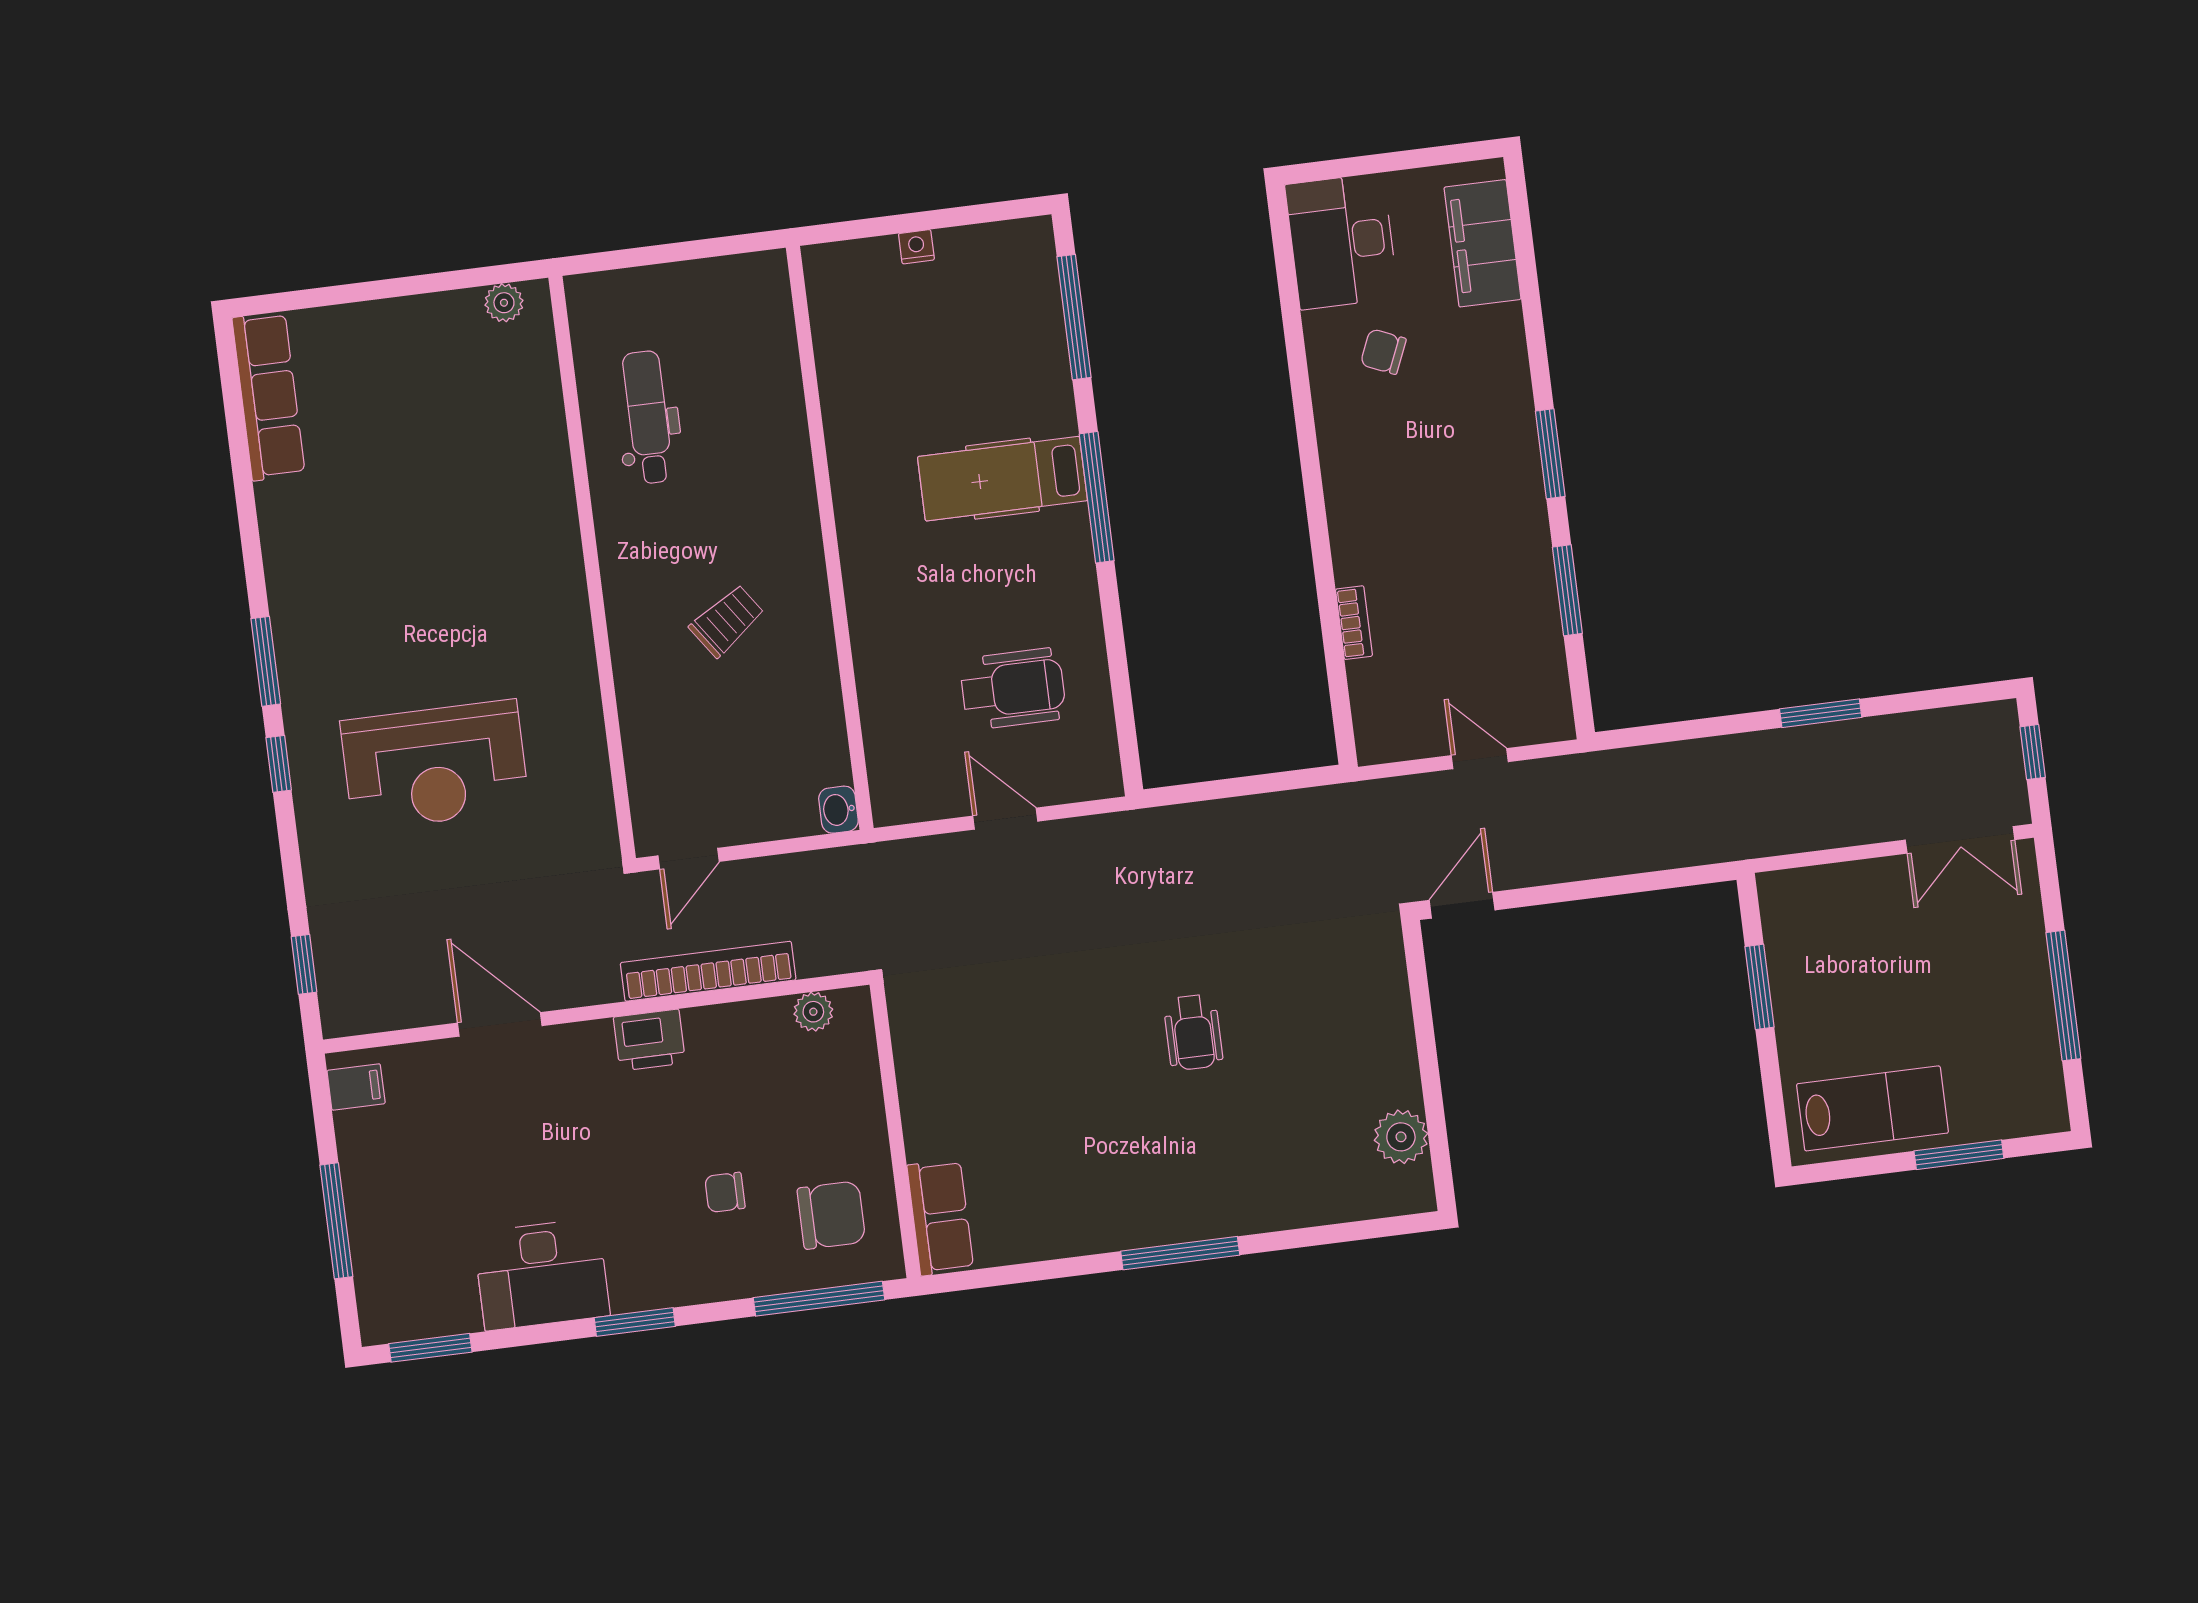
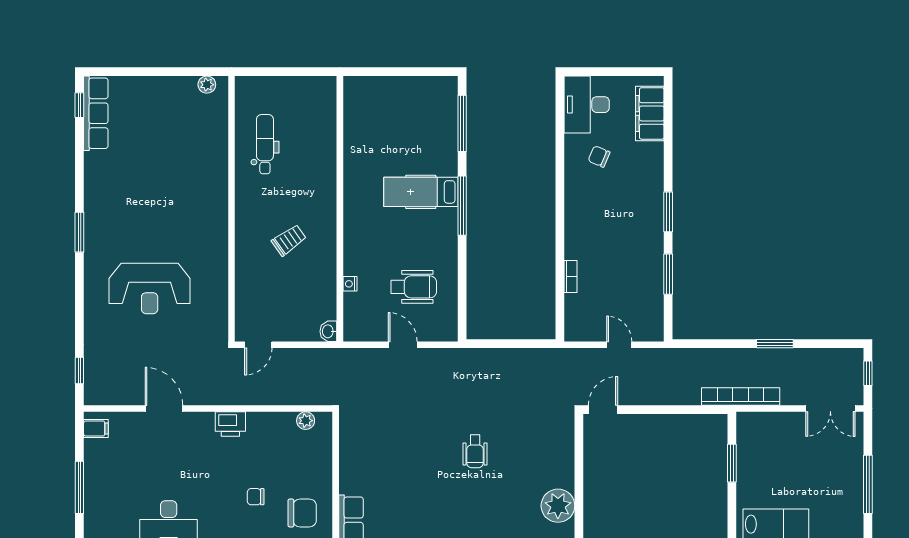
nightstand: (916, 247) -> (350, 284), moved, turned -90
window: (279, 764) -> (79, 105), moved
bookcase: (708, 971) -> (741, 396), moved
plant: (1401, 1137) -> (558, 506), width x1.36, depth x1.36

